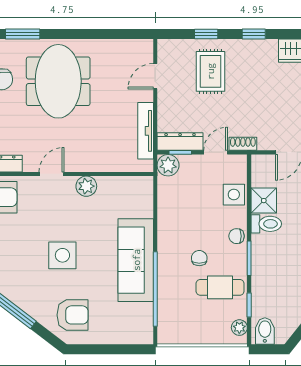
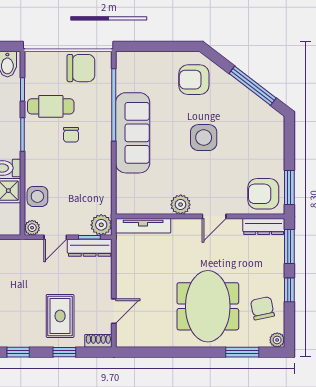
tv unit: (146, 131) -> (143, 226), moved, turned 90
shoe rack: (243, 144) -> (98, 341), moved, turned 180
chair: (237, 236) -> (81, 68), moved, width x1.87, depth x1.87
plant: (239, 328) -> (32, 228), moved

